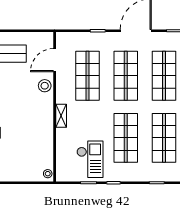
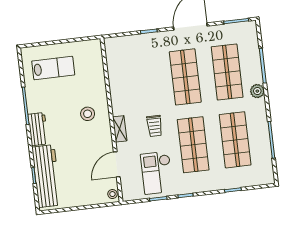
door: (55, 60) -> (117, 164), moved
shop shelf: (87, 76) -> (143, 82), removed
stool: (45, 86) -> (88, 114), moved
trolley: (93, 117) -> (154, 126), added
checkout: (90, 159) -> (157, 173), turned 180

